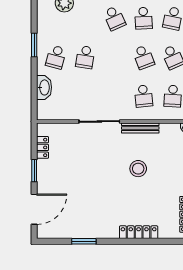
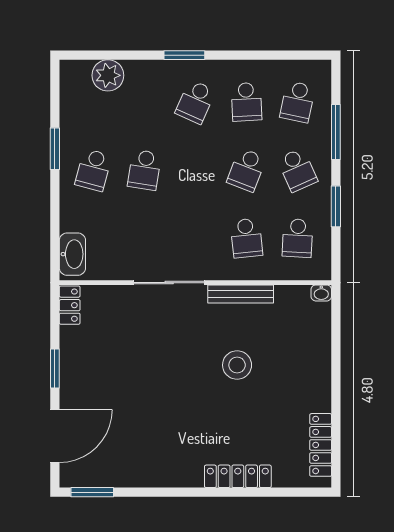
school desk: (114, 18) -> (195, 102), turned 48
school desk: (144, 57) -> (246, 170), turned 42
washbasin: (44, 87) -> (72, 254), moved
locker: (43, 147) -> (70, 305), moved
window: (84, 241) -> (92, 492), moved

